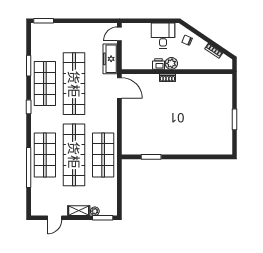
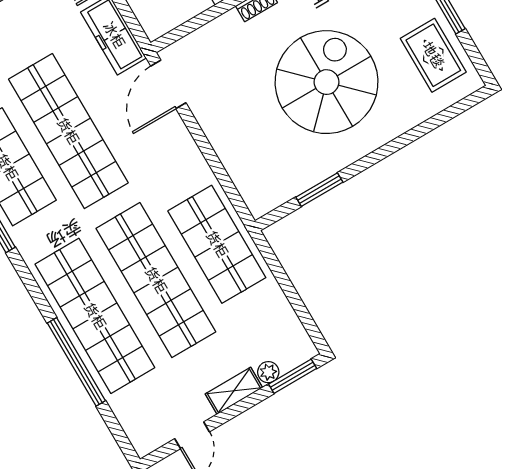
door: (119, 88) -> (168, 84), swing flipped
spiral stairs: (176, 120) -> (327, 82), added
rug: (220, 133) -> (433, 55), added
shop shelf: (45, 155) -> (95, 316), width x1.40

